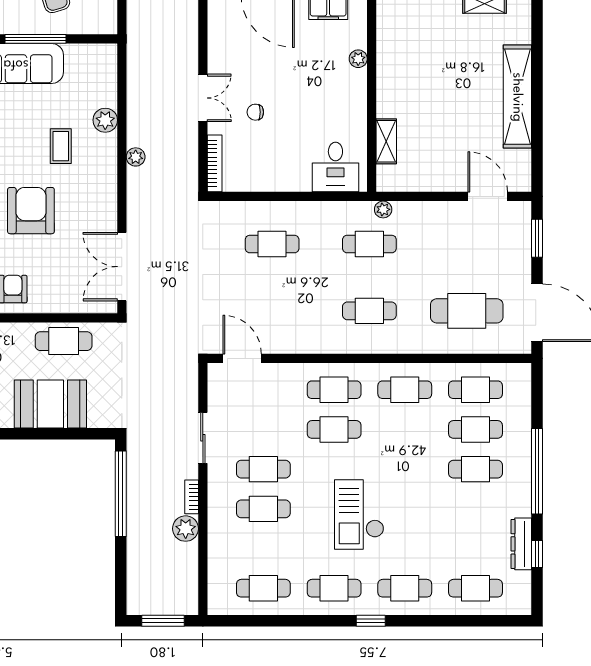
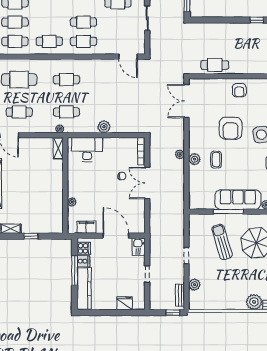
double door: (203, 98) -> (147, 183), width x1.37
plant: (105, 120) -> (195, 159), moved
shelving: (386, 141) -> (58, 148), moved
desk: (335, 167) -> (87, 149), width x1.37
plant: (292, 214) -> (104, 127), added
cafe table: (272, 244) -> (19, 112), moved
double door: (122, 267) -> (186, 101), swing flipped
booth: (50, 404) -> (221, 34), removed

